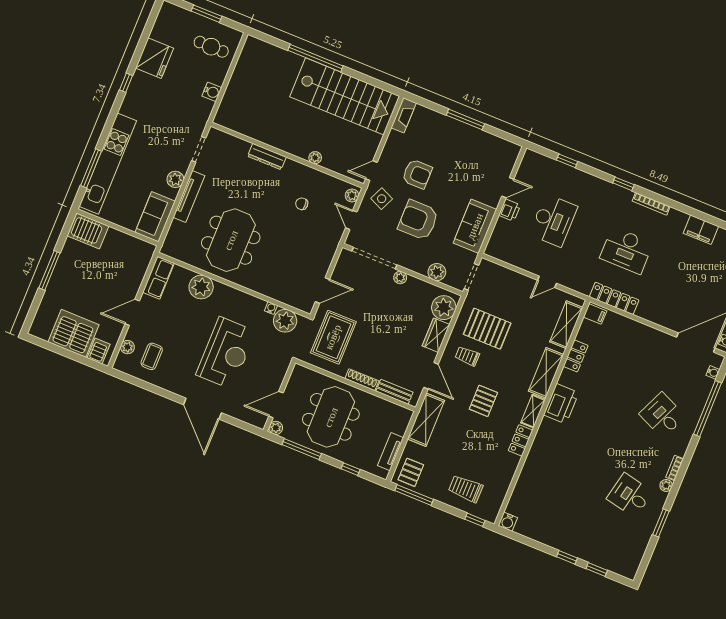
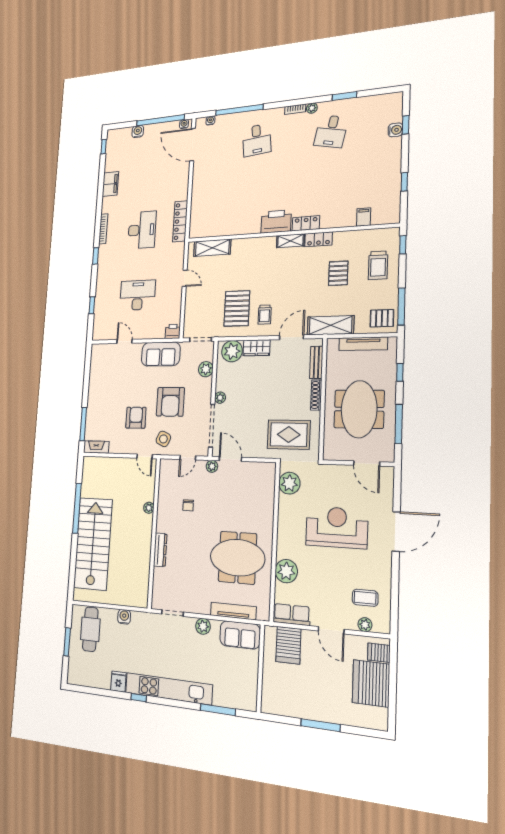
cafe table: (211, 47) -> (90, 629), width x1.37, depth x1.35
fridge: (155, 58) -> (118, 682), width x0.53, depth x0.75
window: (315, 58) -> (77, 508), moved
stairs: (345, 96) -> (93, 544), moved
window: (465, 119) -> (83, 424), moved
kitchen unit: (108, 164) -> (168, 689), moved
plant: (352, 195) -> (212, 466), moved
tv unit: (189, 197) -> (233, 611), moved
printer: (510, 210) -> (173, 331), moved
server rack: (88, 231) -> (288, 645), moved, turned 180
door: (322, 291) -> (230, 459), moved
water cooler: (271, 308) -> (283, 500), removed
filing cabinet: (595, 314) -> (364, 217), moved
locker: (576, 356) -> (306, 223), moved
shelving: (546, 373) -> (256, 245), removed
pallet: (483, 401) -> (338, 273), moved, turned 90
desk: (662, 415) -> (257, 140), turned -30
meeting table: (331, 417) -> (359, 409), turned 90
plant: (276, 428) -> (388, 456), removed
tv unit: (391, 452) -> (363, 344), width x1.41
water cooler: (508, 522) -> (395, 130), moved
window: (567, 557) -> (404, 182), moved

